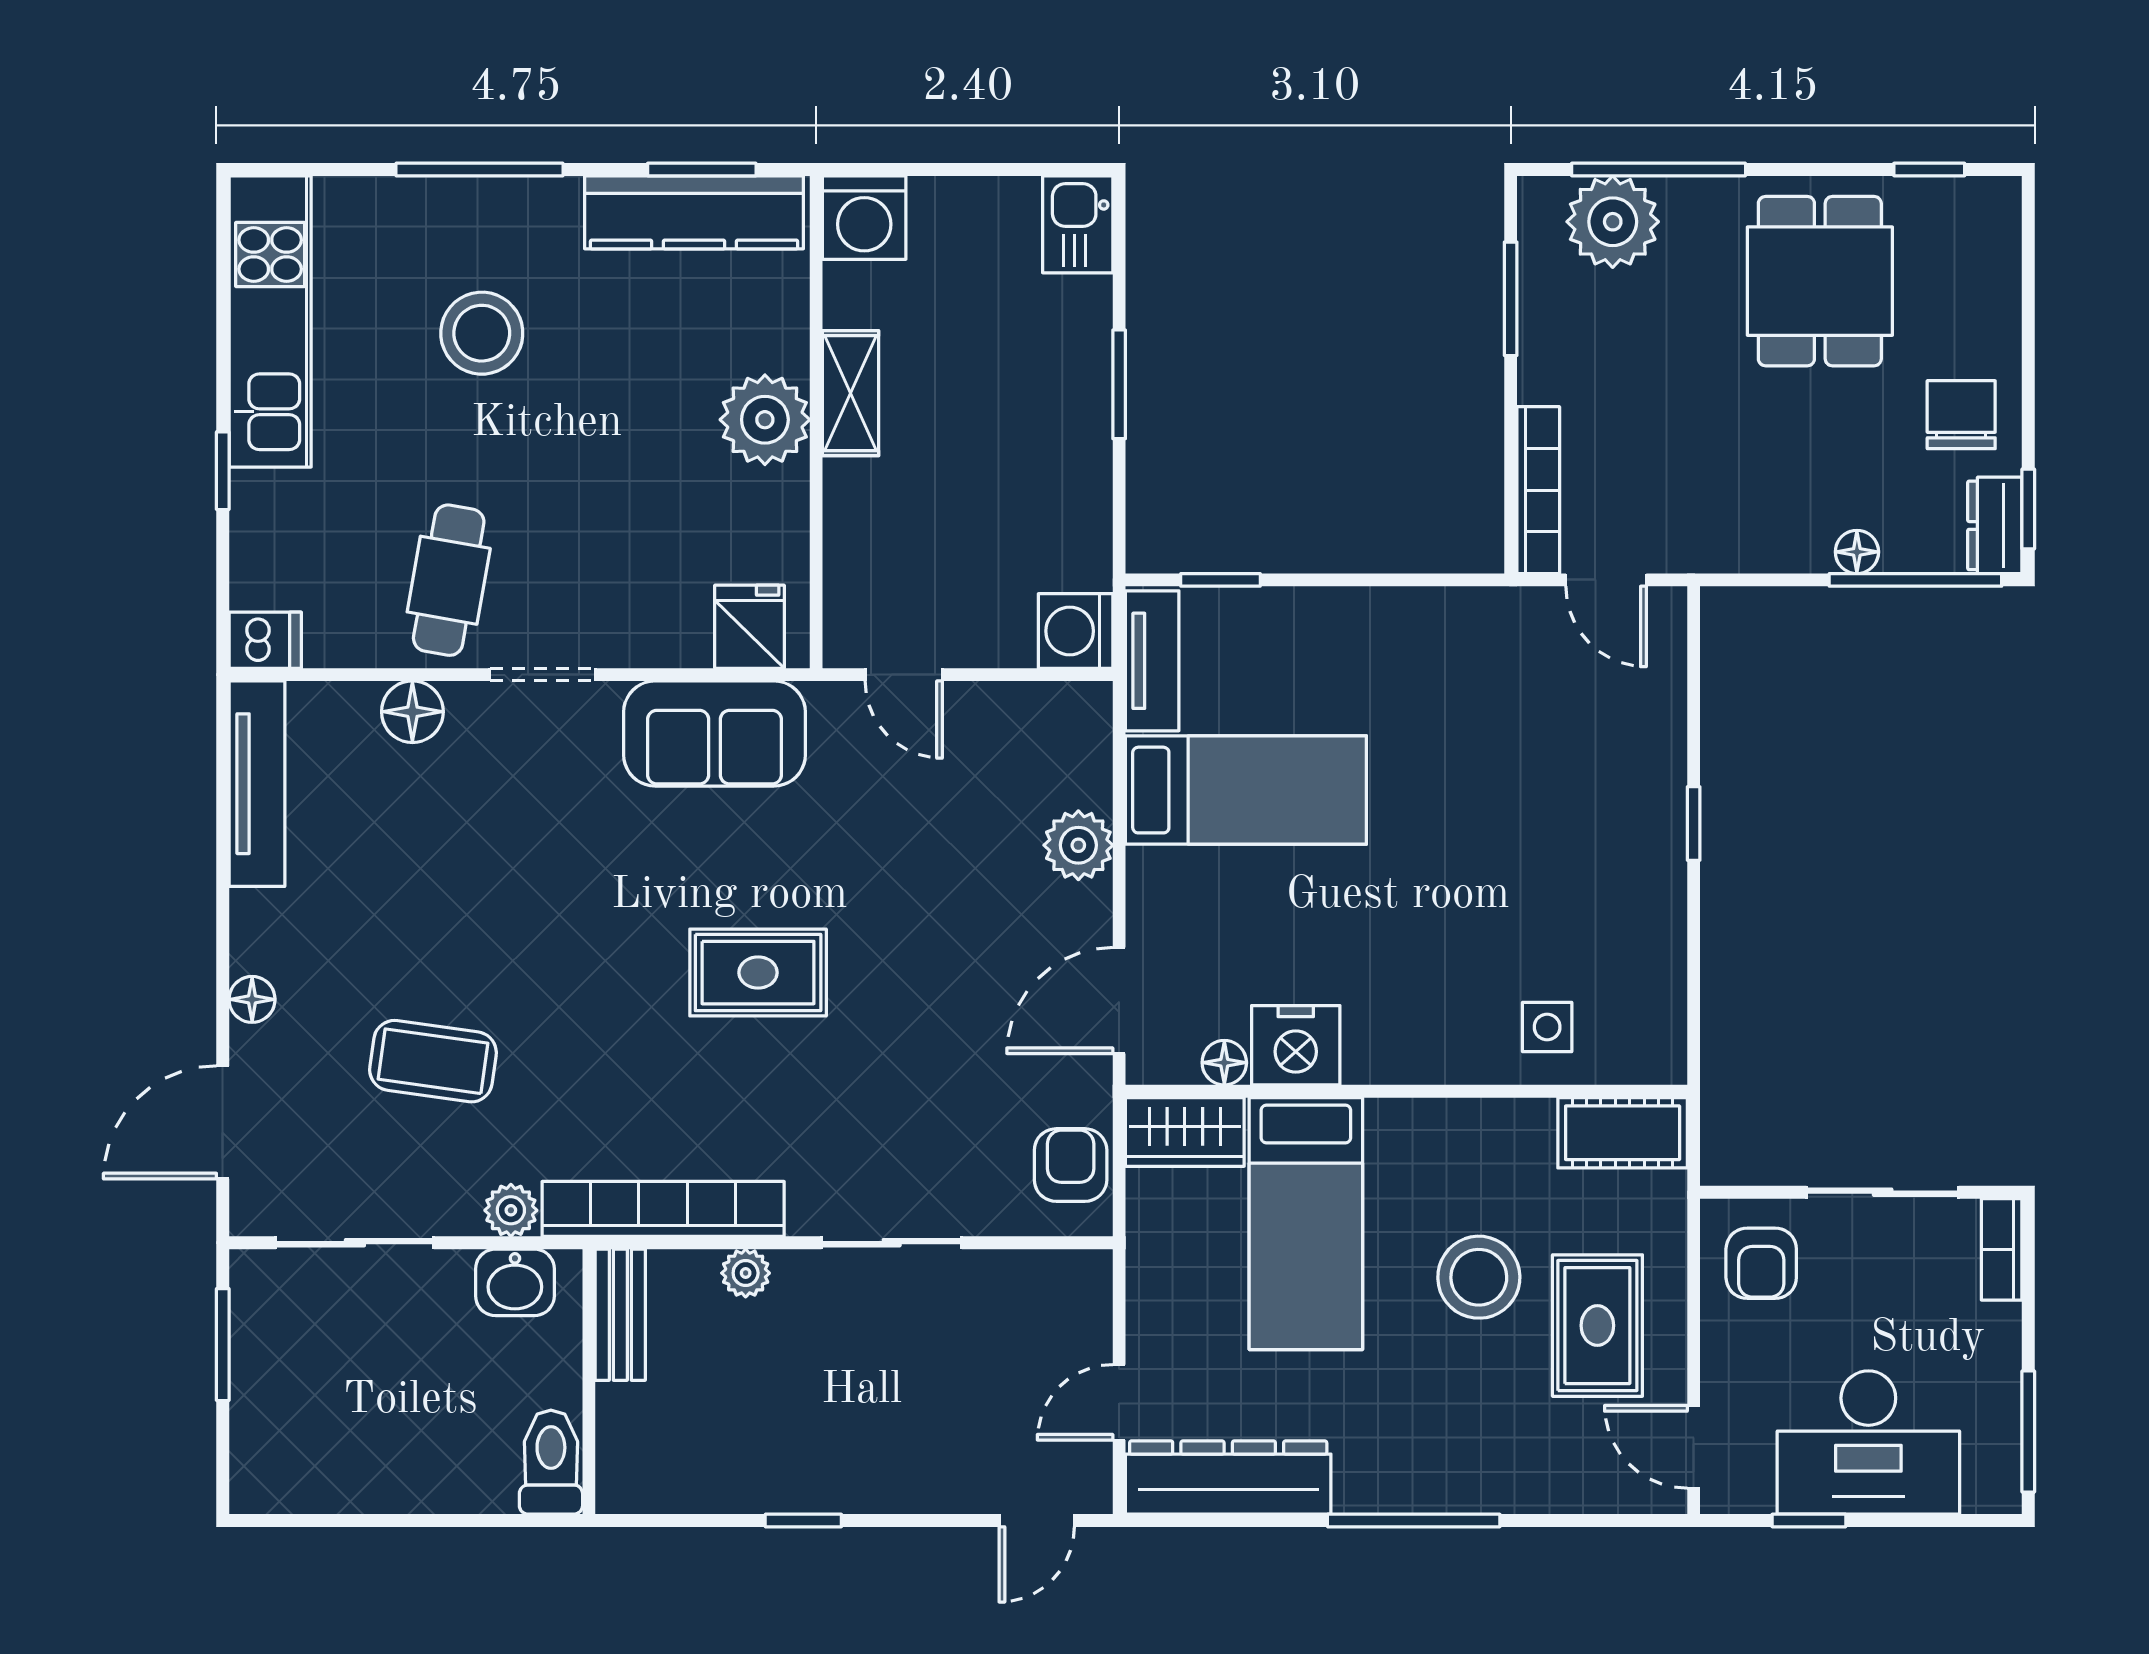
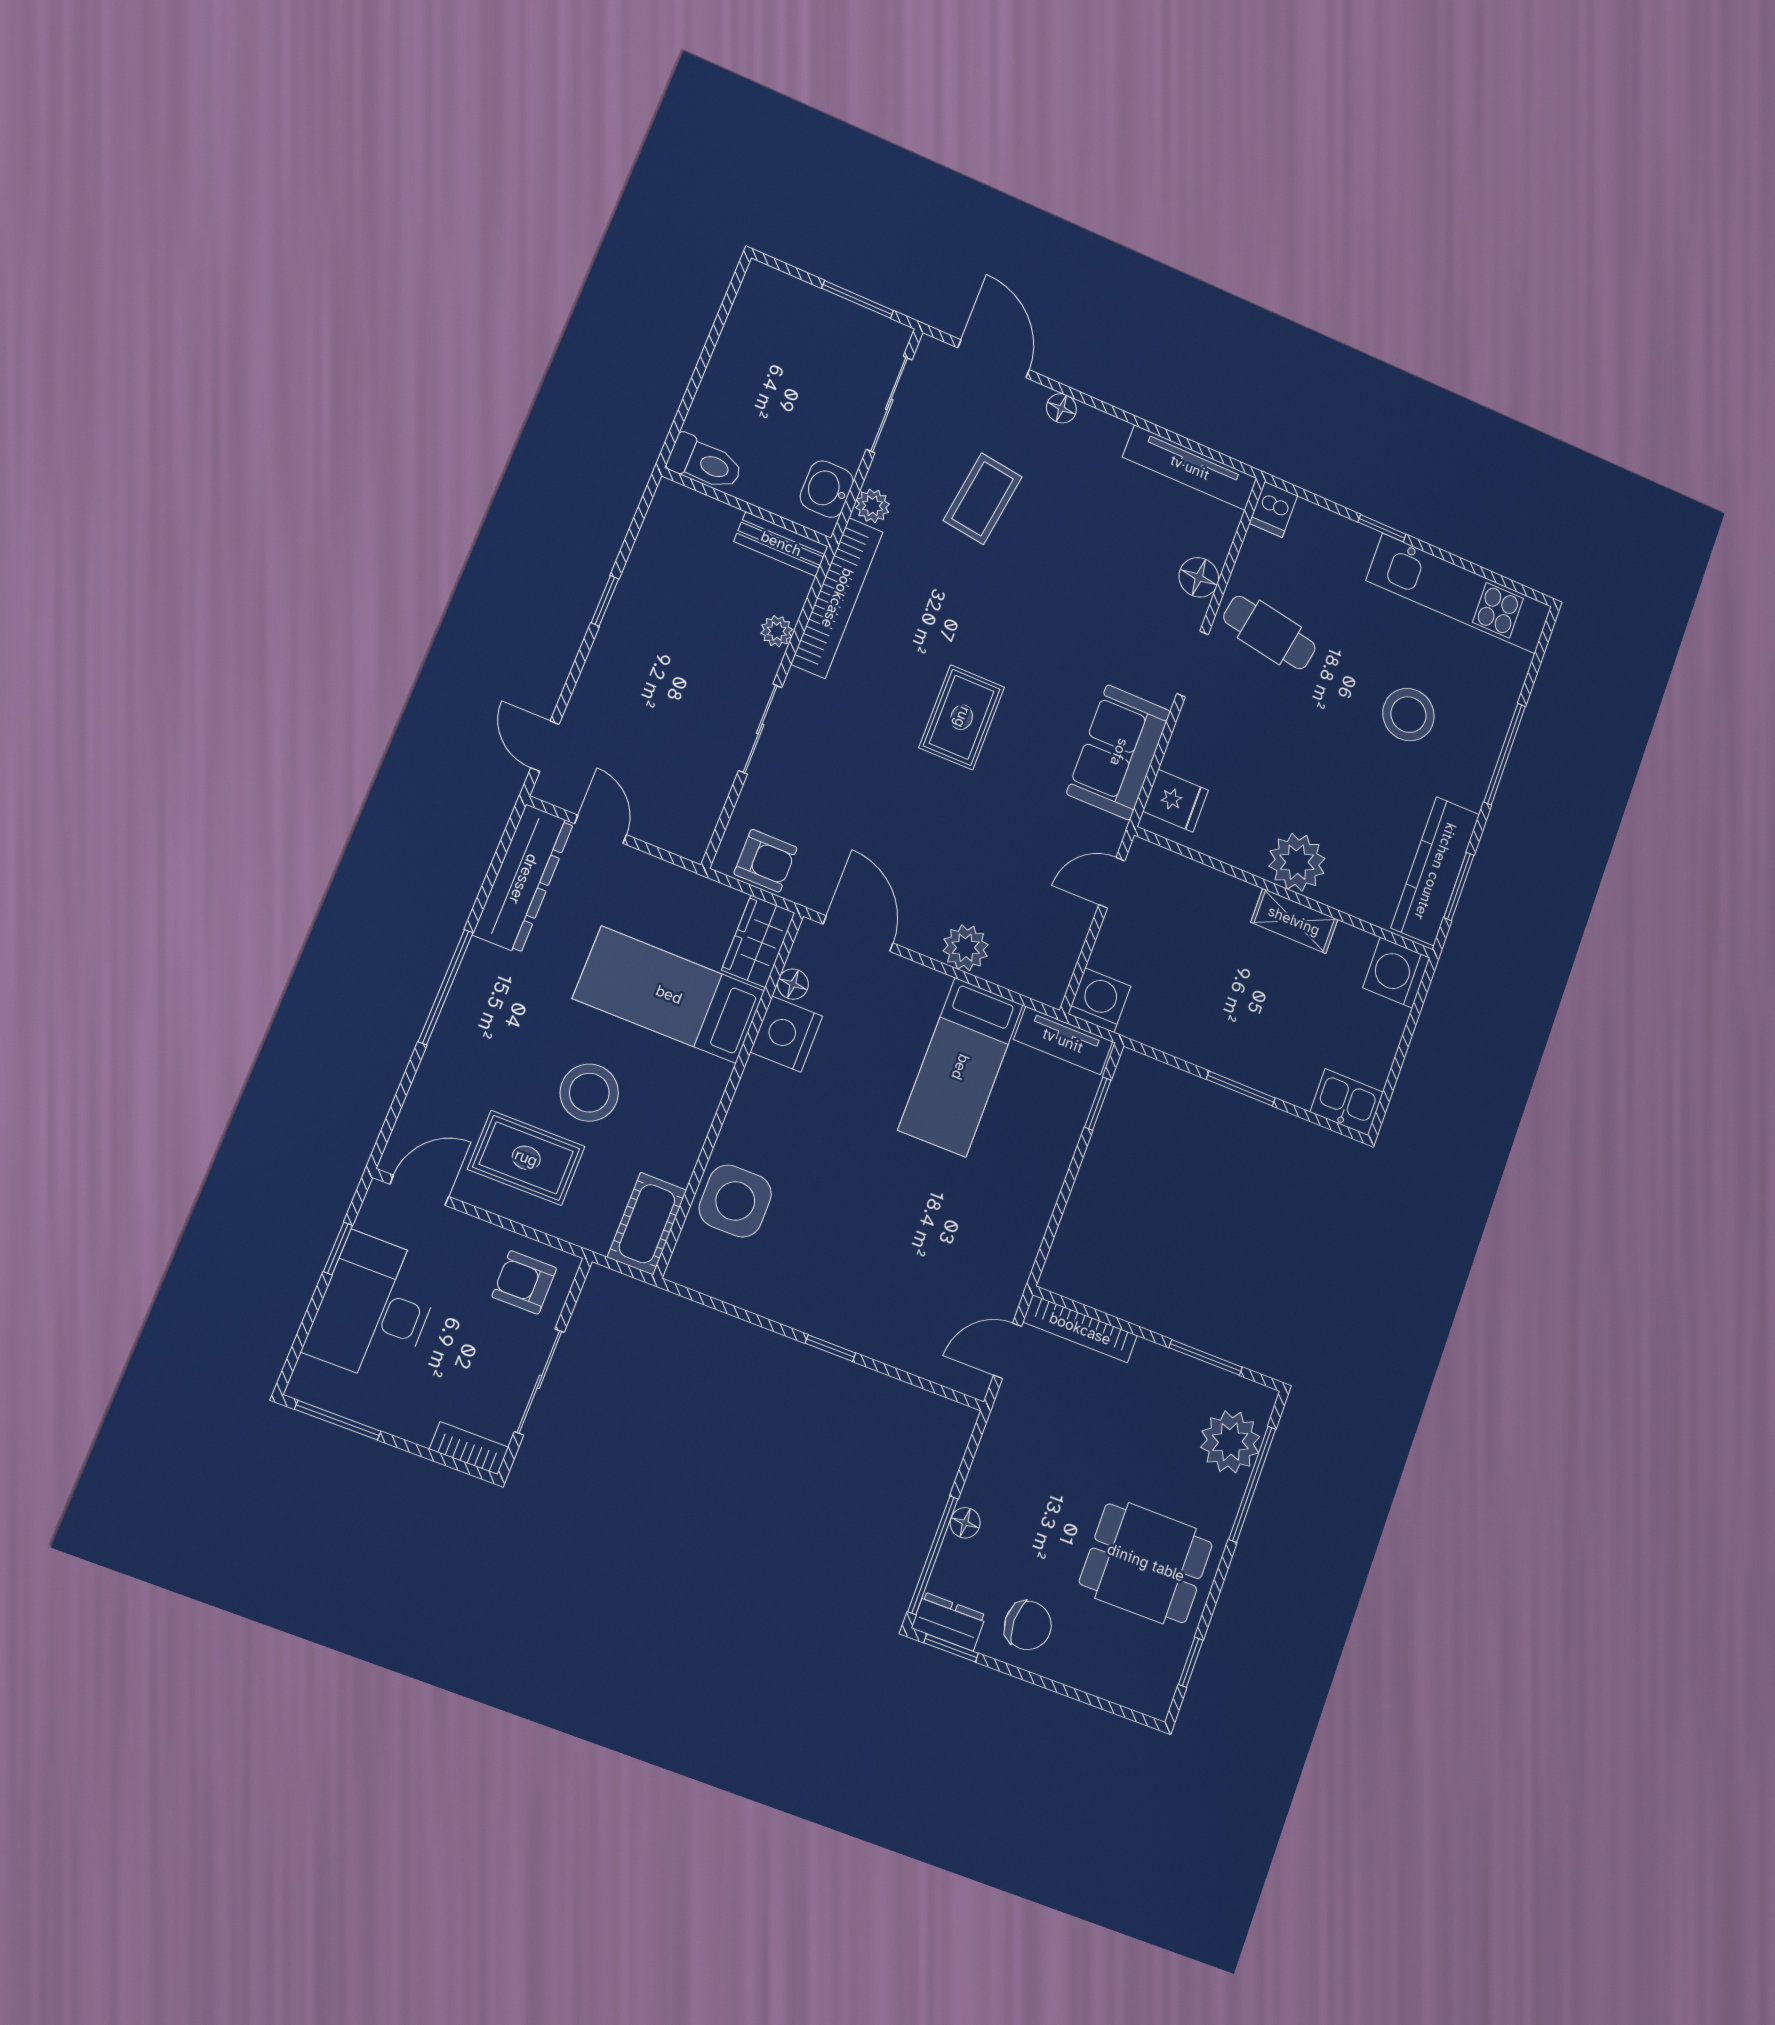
side table: (1547, 1027) -> (735, 1201), width x1.87, depth x1.87

